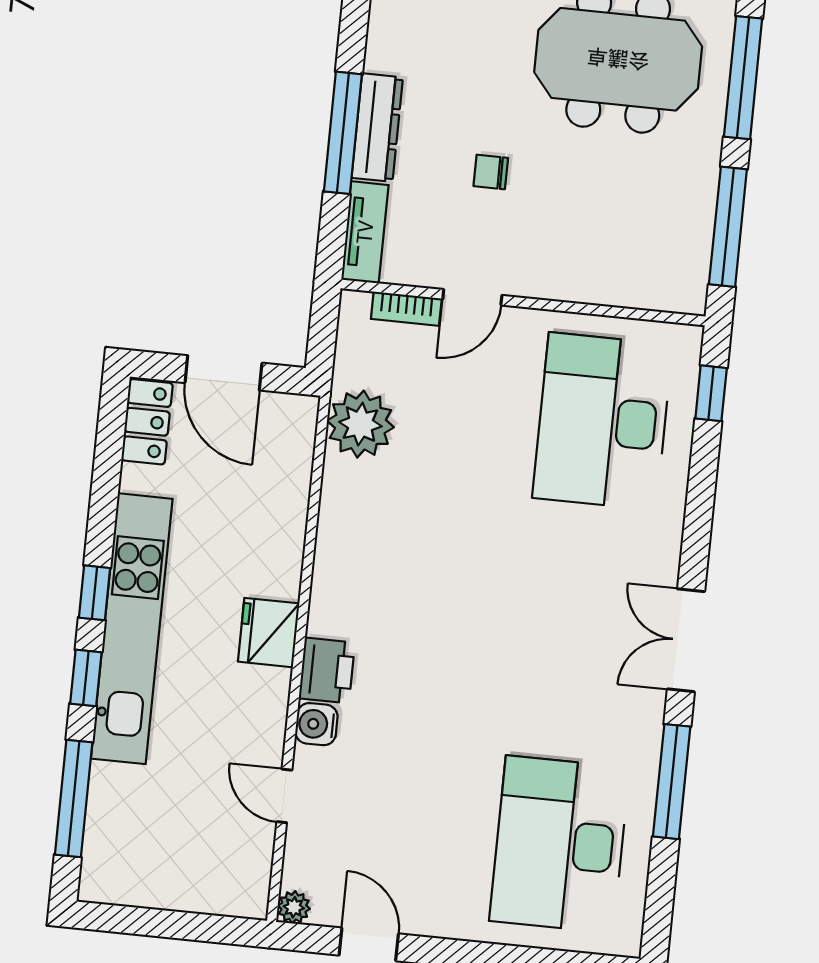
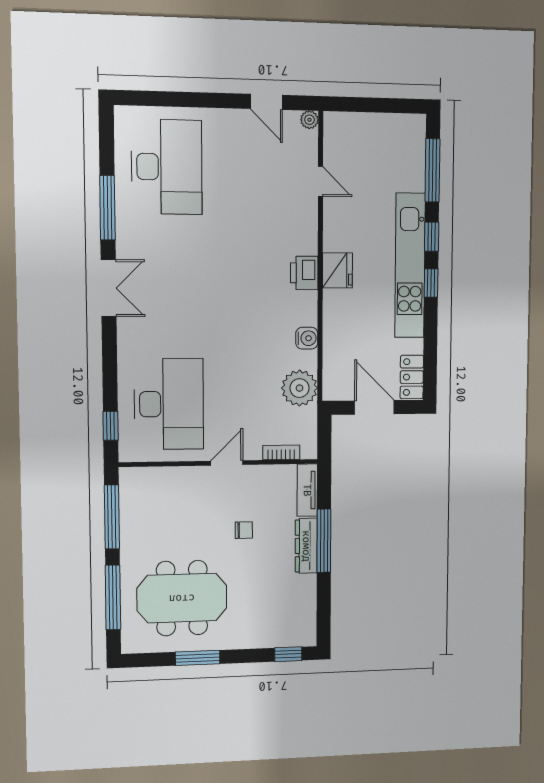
door: (472, 297) -> (227, 463), moved
printer: (327, 670) -> (304, 273), moved
water cooler: (316, 724) -> (307, 338), moved

